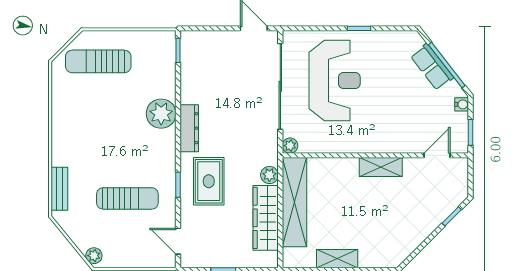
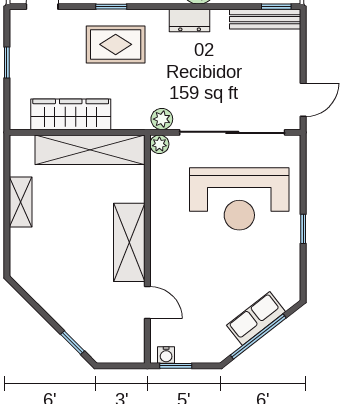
bench: (188, 59) -> (265, 19), added
water cooler: (462, 104) -> (166, 355), moved
dresser: (189, 128) -> (190, 21), width x0.70
door: (437, 155) -> (147, 303), moved
shelving: (381, 167) -> (129, 242), width x1.50, depth x1.33
plant: (269, 175) -> (162, 119), moved

